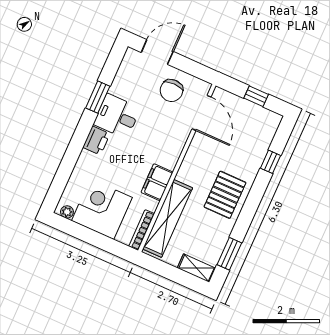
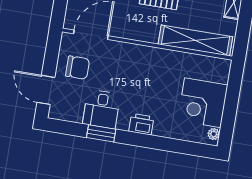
desk: (117, 116) -> (101, 109), moved
filing cabinet: (157, 182) -> (165, 59), removed
bookcase: (142, 230) -> (212, 61), removed

